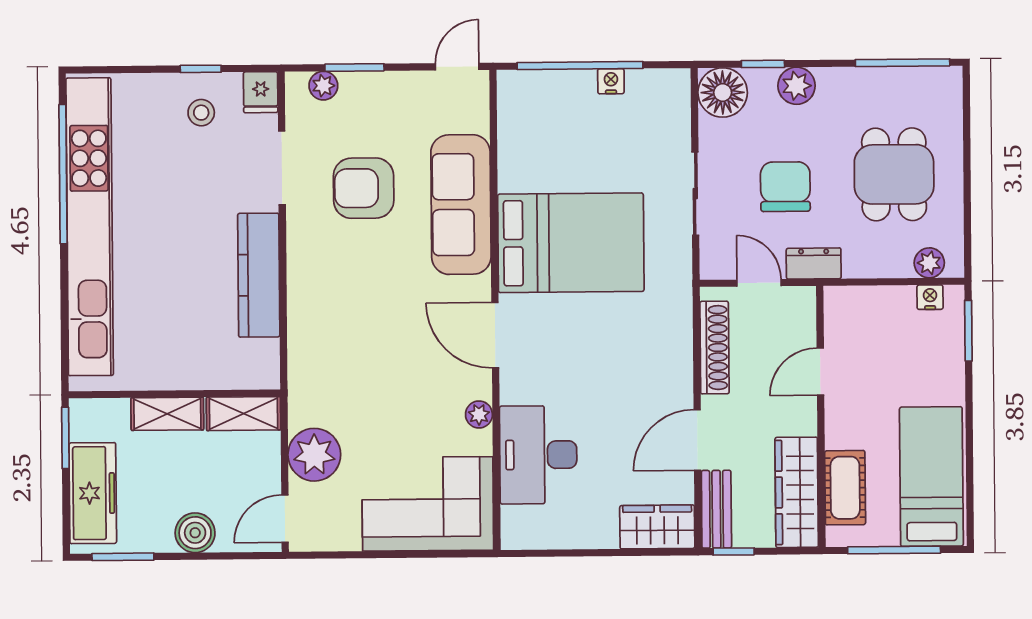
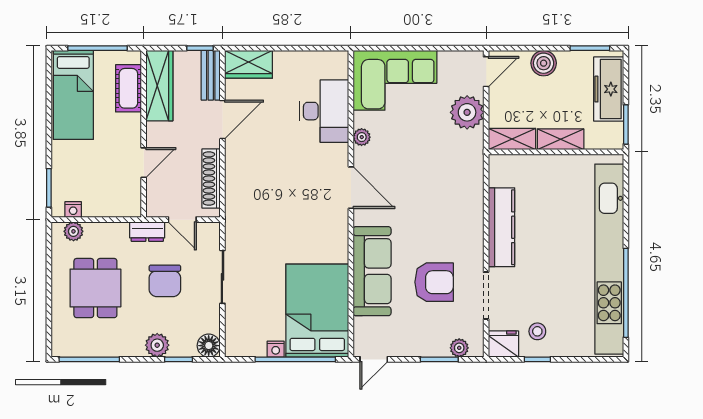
fridge: (261, 92) -> (503, 344), width x1.38
floor lamp: (723, 92) -> (209, 346), width x0.73, depth x0.73
bed: (571, 243) -> (317, 311), moved, turned 90

